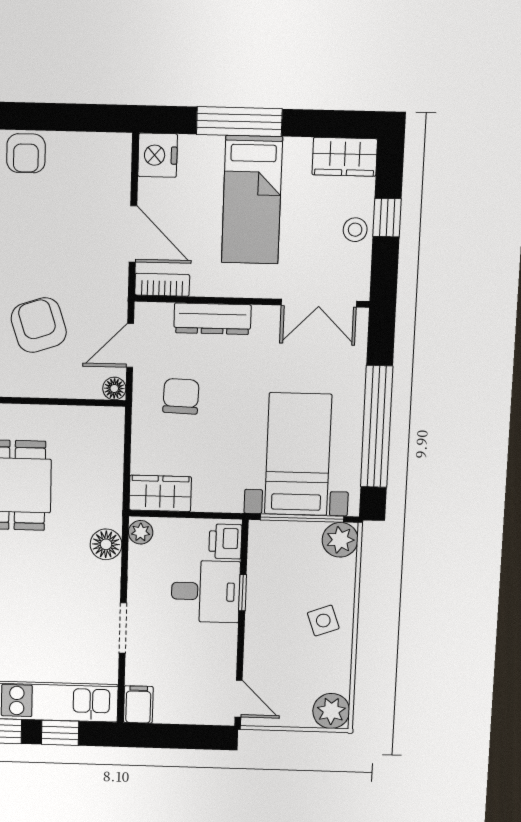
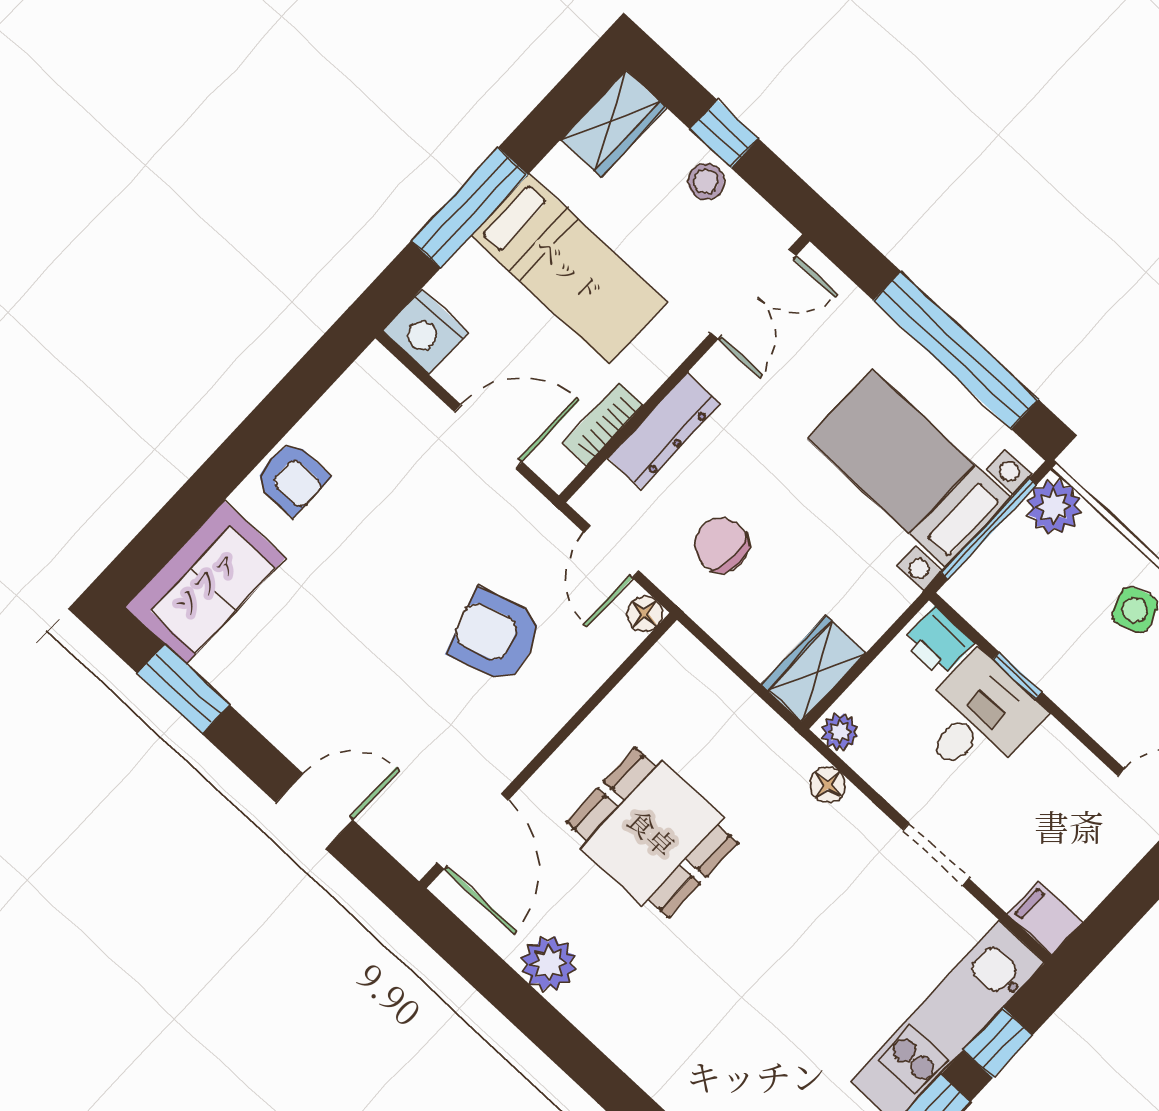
bookcase: (162, 285) -> (603, 424), moved
floor lamp: (106, 544) -> (828, 785), width x0.73, depth x0.73

